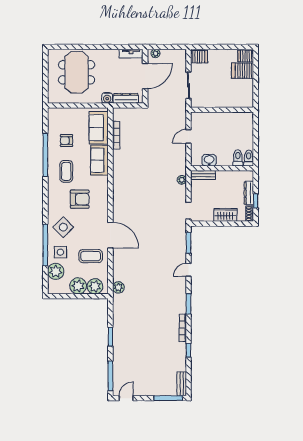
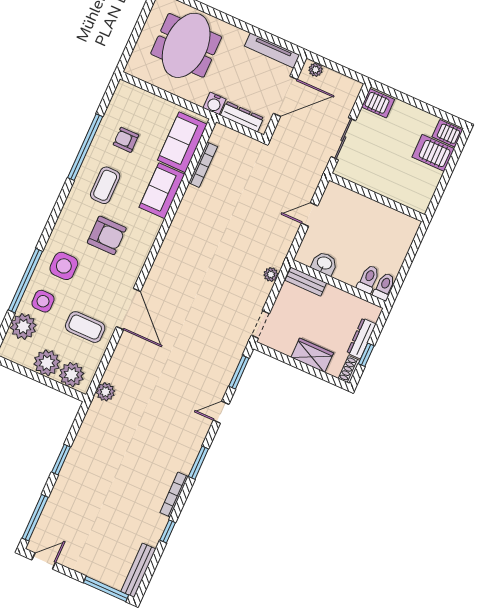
tv unit: (131, 54) -> (272, 51), width x1.41
side table: (63, 227) -> (64, 266), turned 45
bench: (182, 384) -> (138, 570), width x1.36

